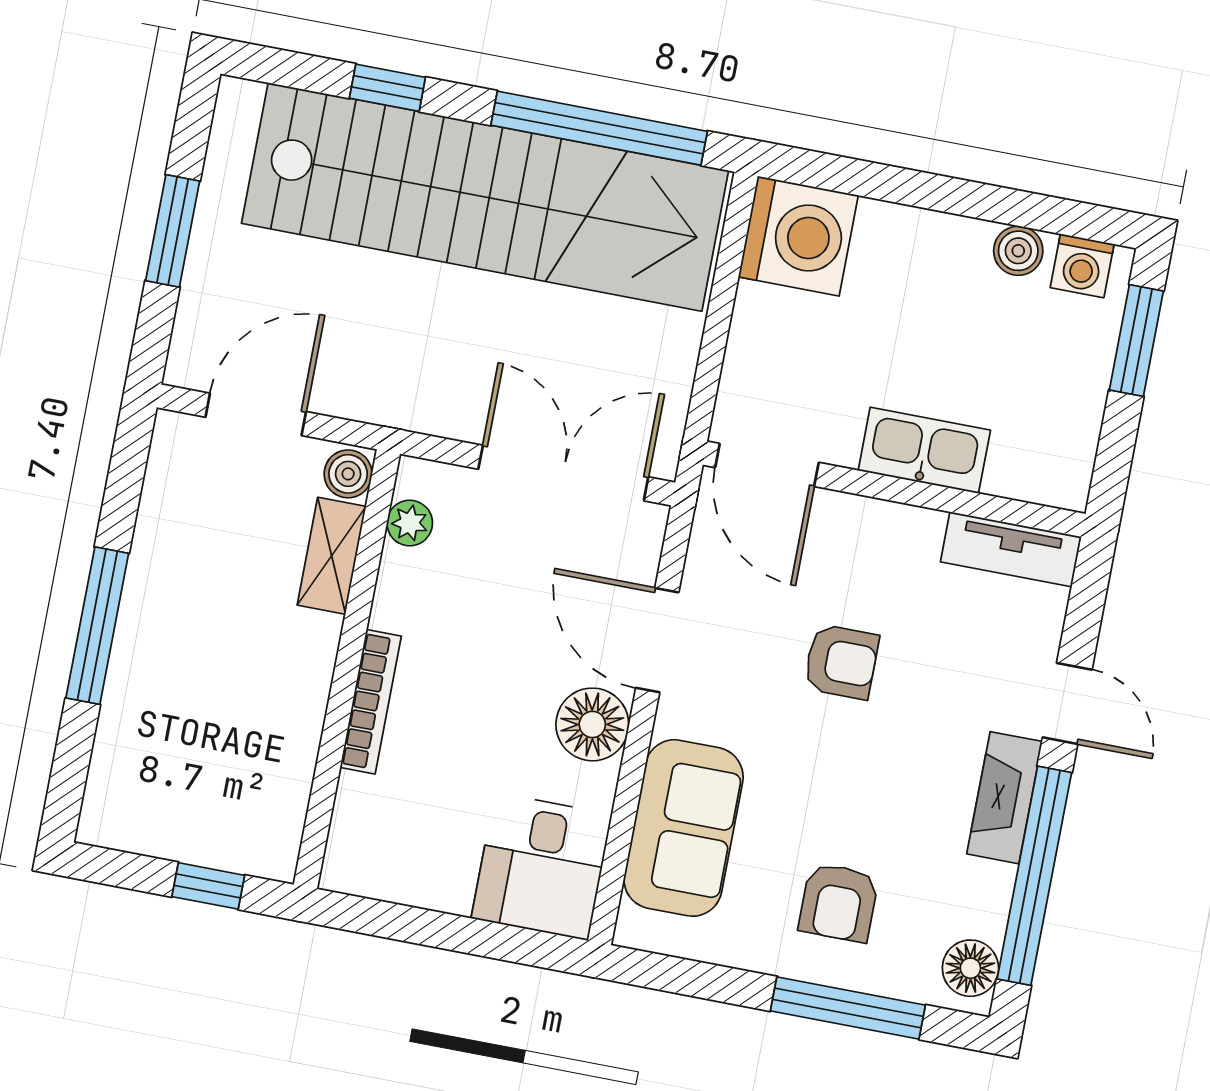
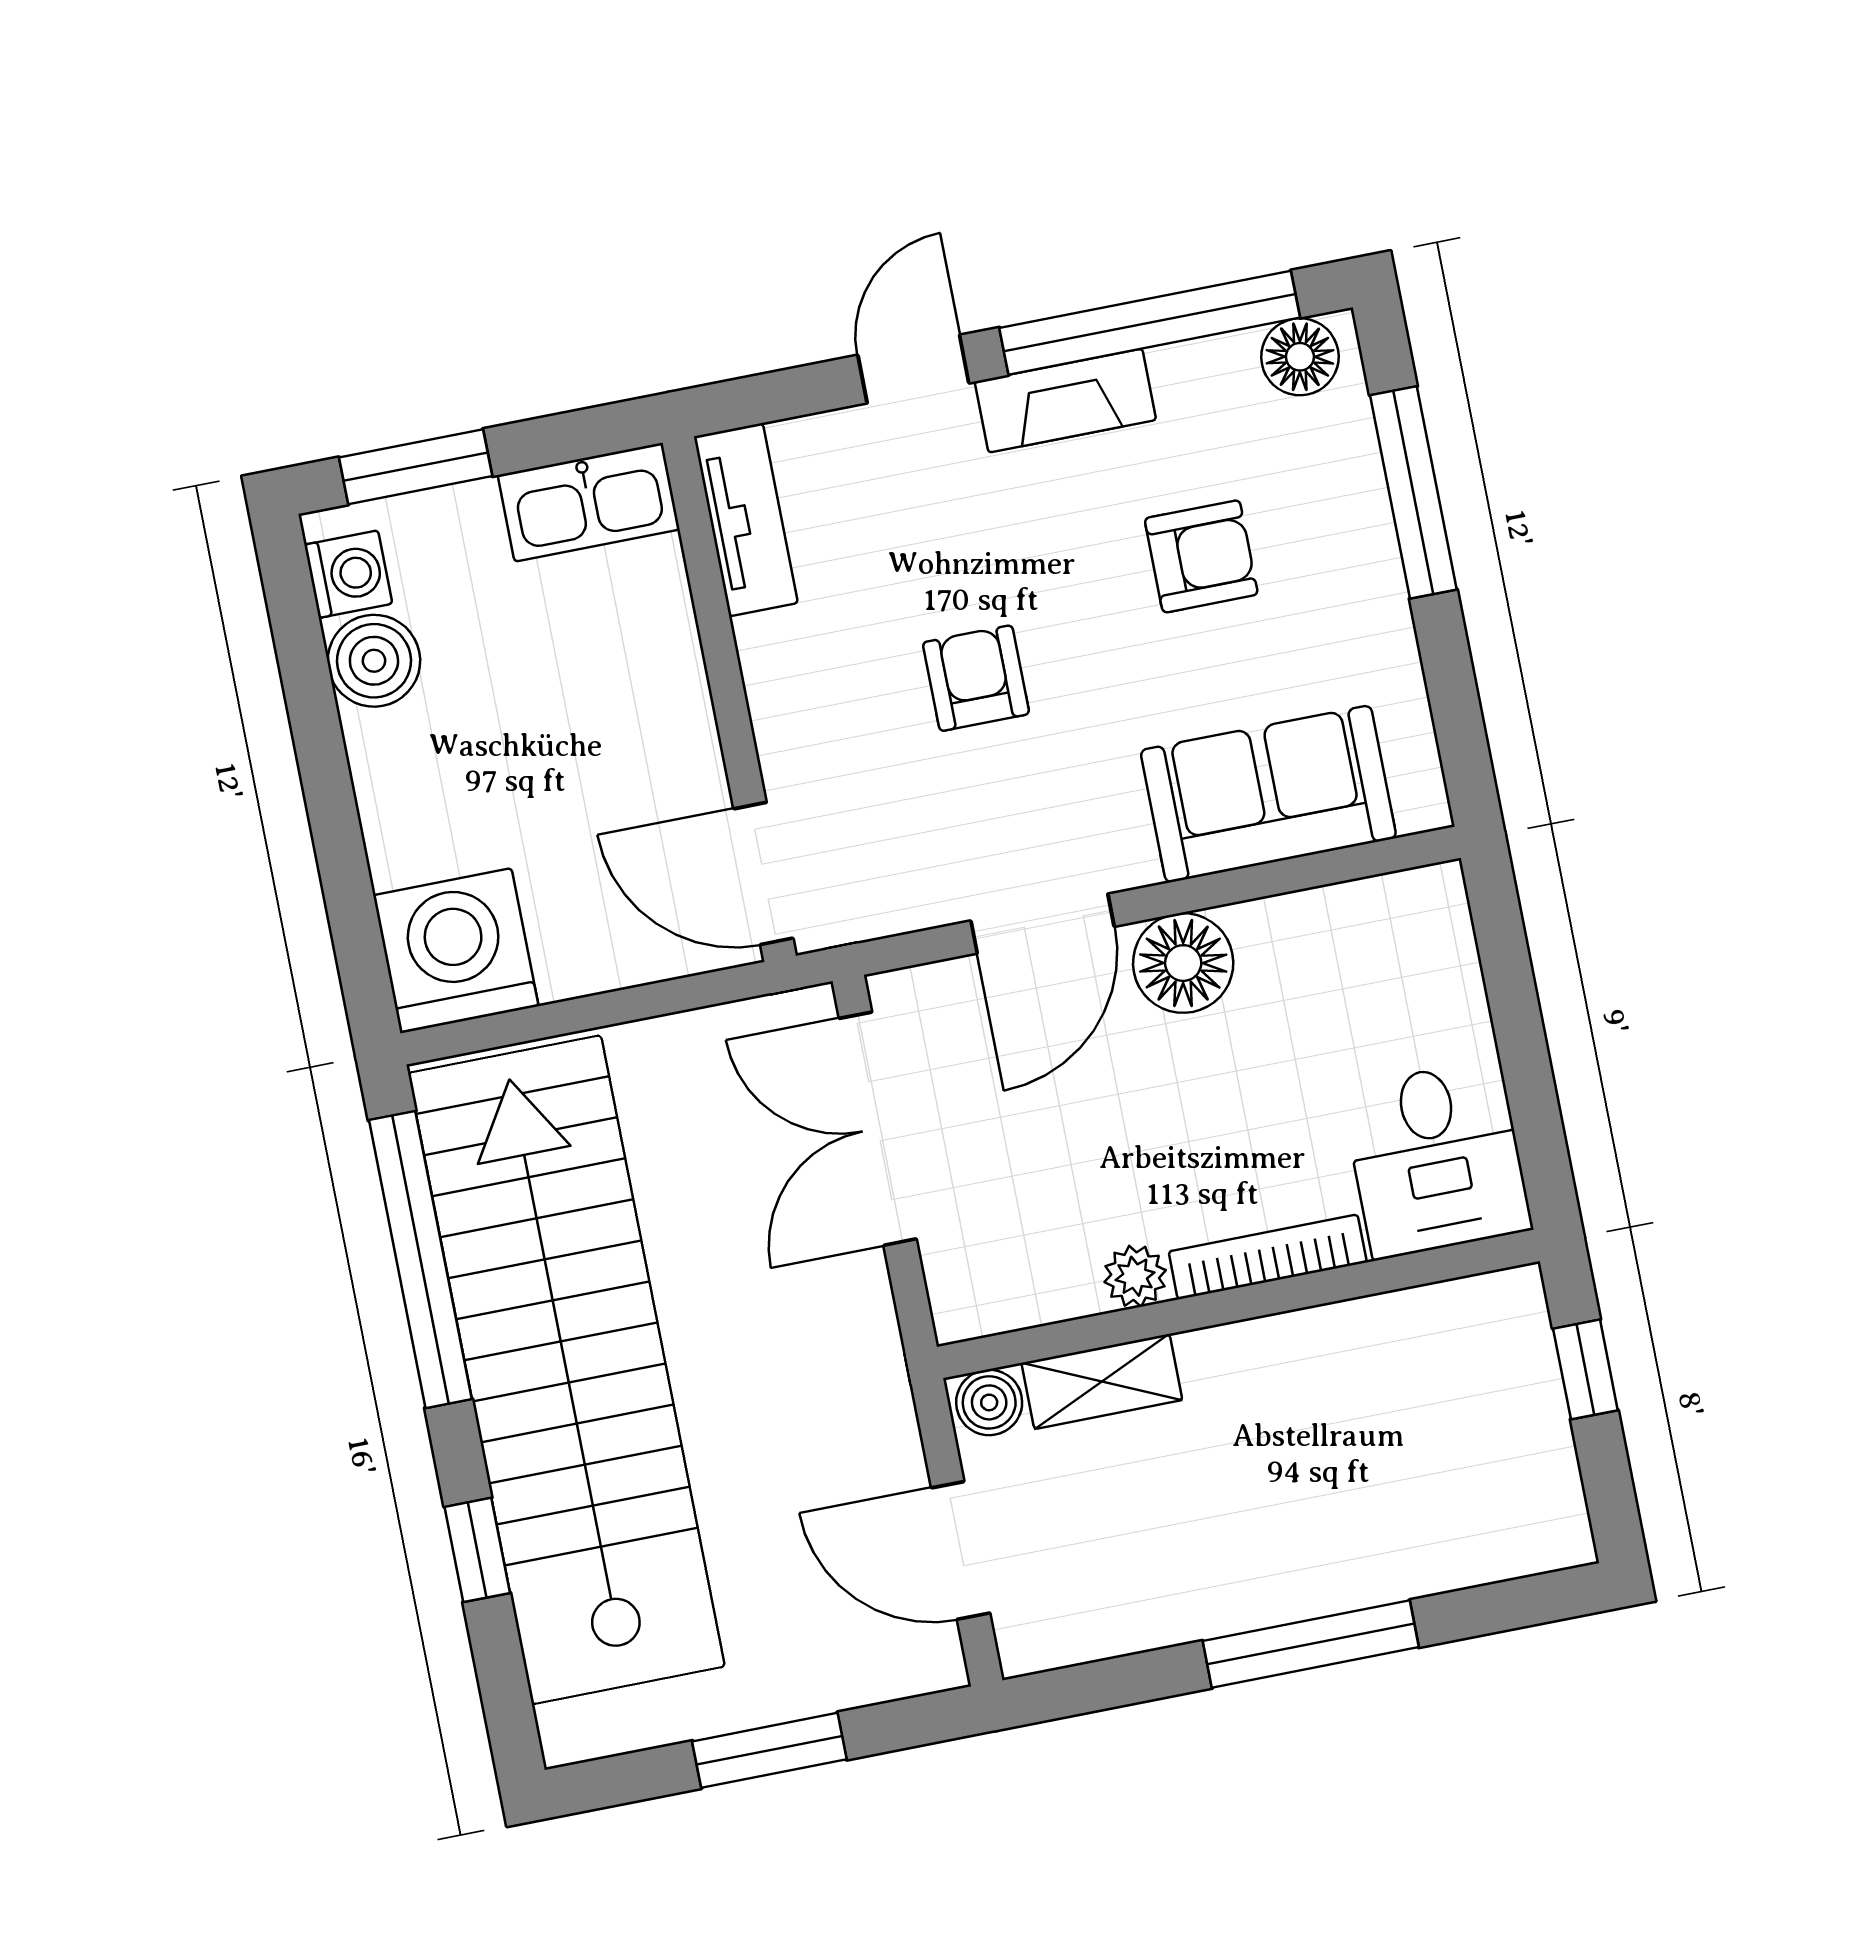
boiler: (1018, 251) -> (374, 661), width x1.36, depth x1.36
kitchen sink: (924, 450) -> (589, 502), moved, turned -90
door: (767, 465) -> (763, 874), swing flipped
plant: (410, 523) -> (1135, 1276), moved
desk: (542, 866) -> (1437, 1159), moved, turned 90
armchair: (839, 902) -> (1201, 556), moved

